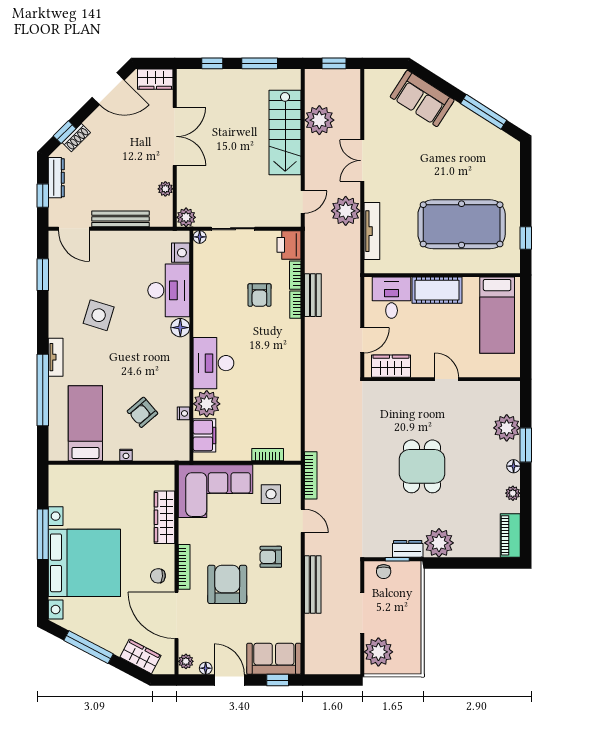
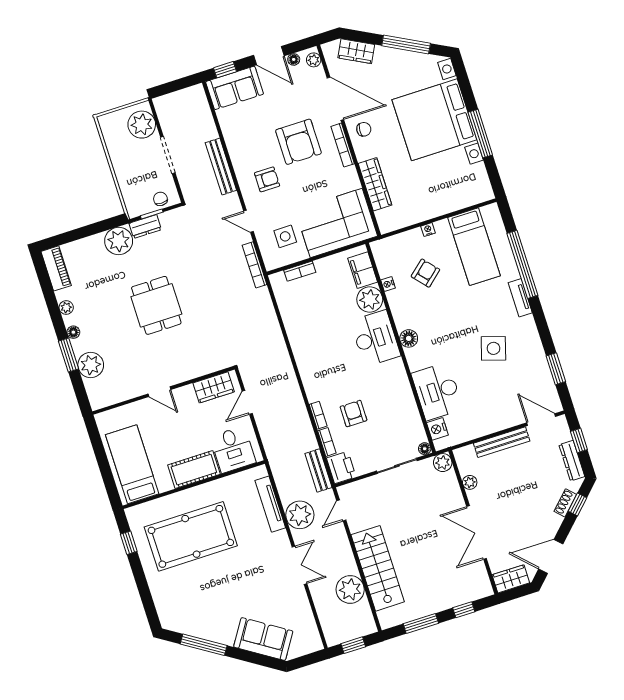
bench: (313, 295) -> (318, 470), moved
floor lamp: (180, 328) -> (409, 338), moved

